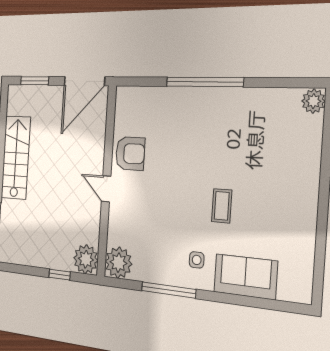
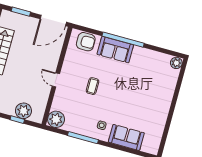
sofa: (194, 105) -> (115, 50), added
armchair: (130, 154) -> (86, 42), moved
coffee table: (222, 206) -> (93, 86), moved
plant: (86, 259) -> (23, 111), moved

